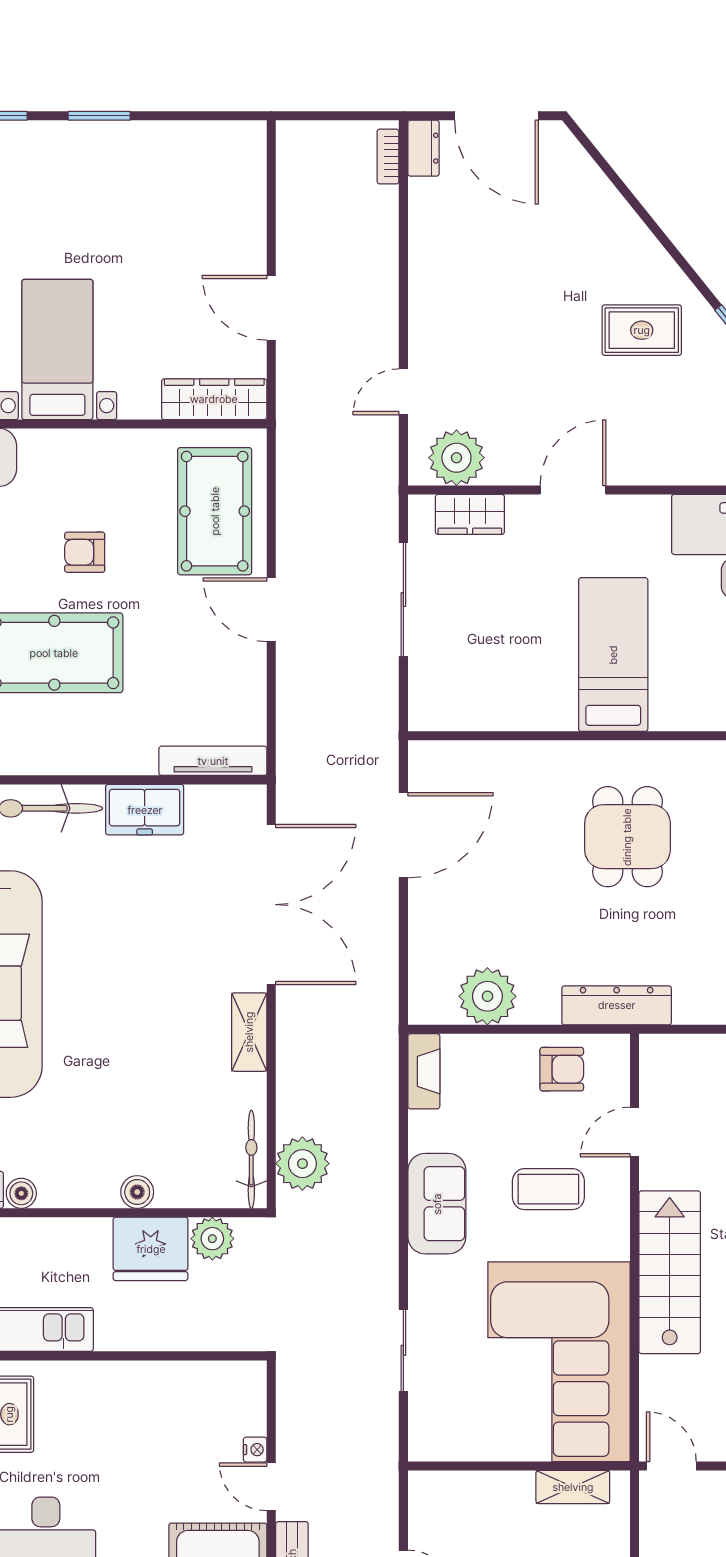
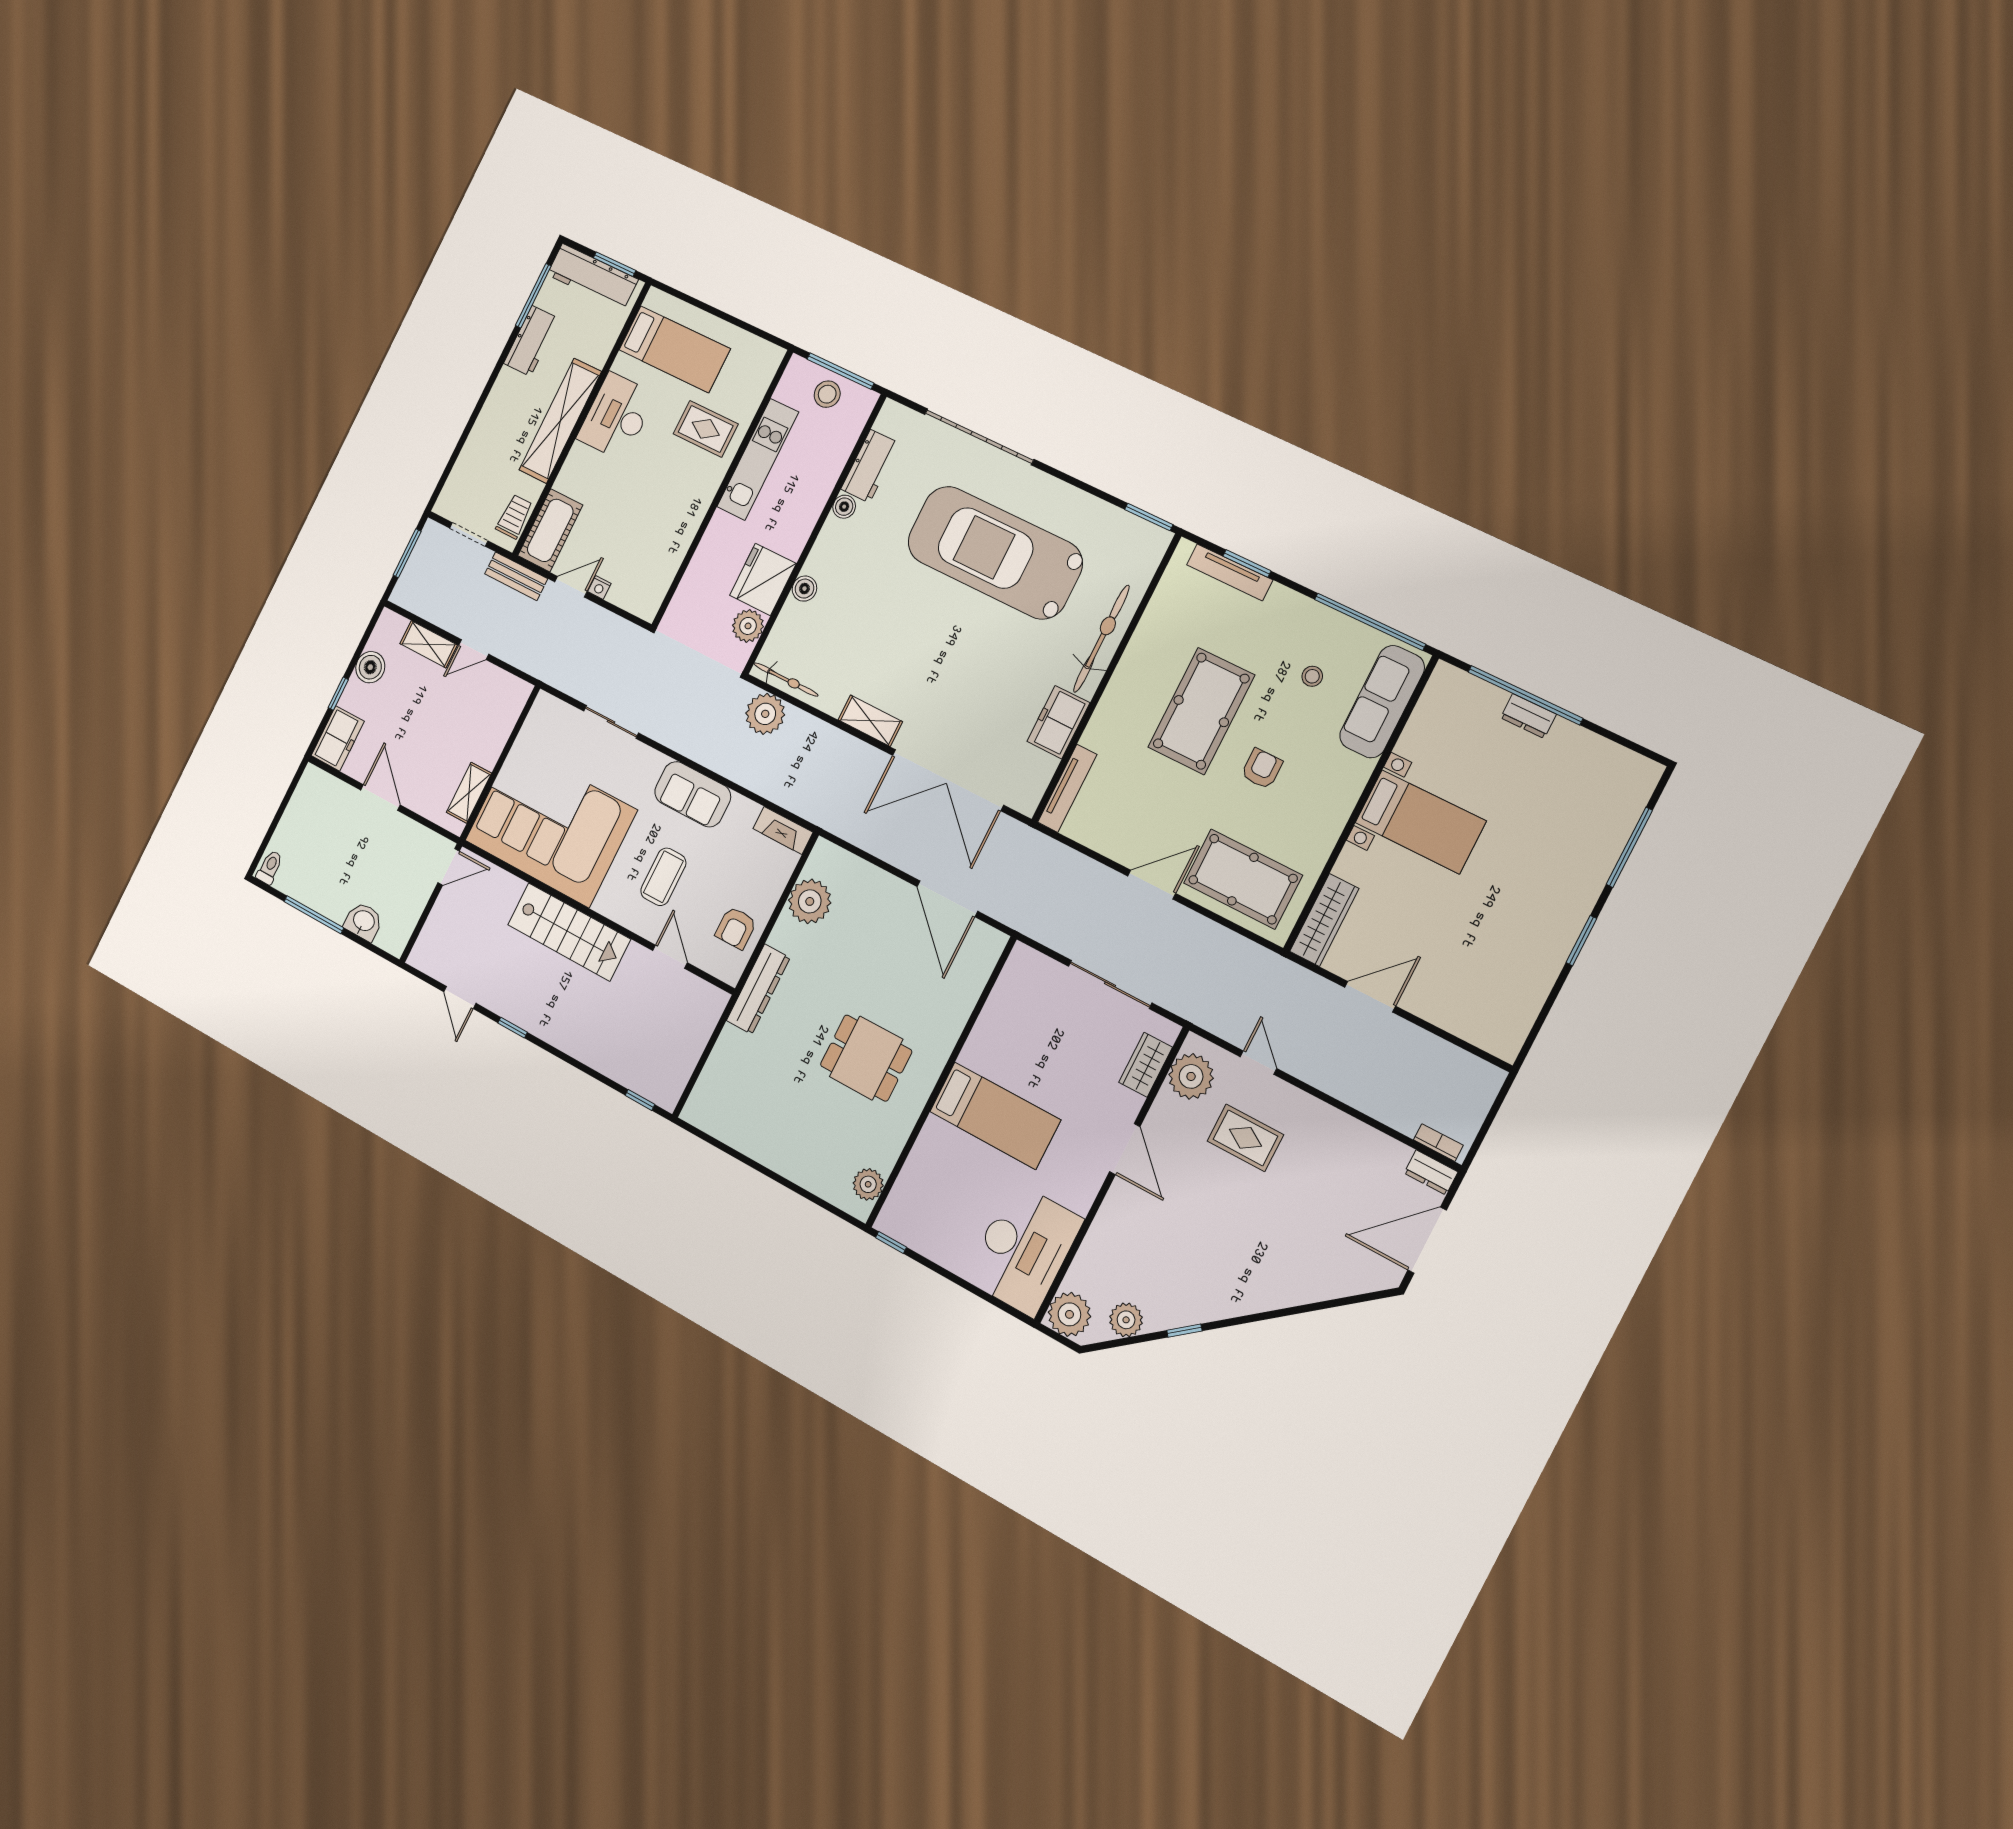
rug: (642, 330) -> (1245, 1138), moved, turned 90

